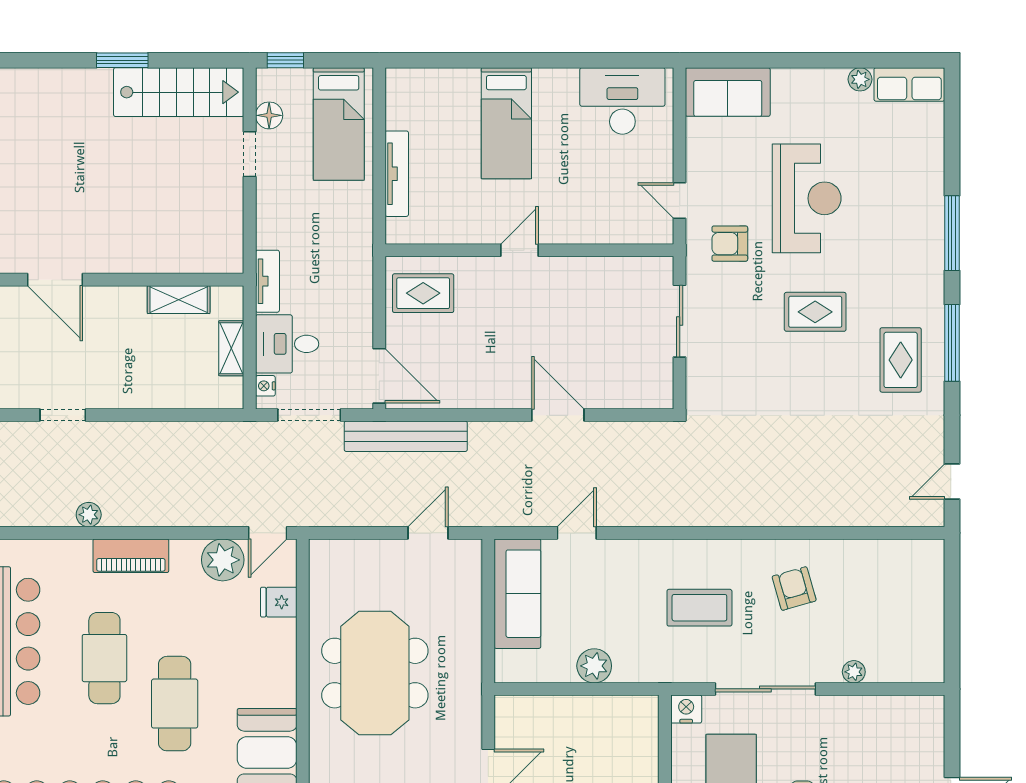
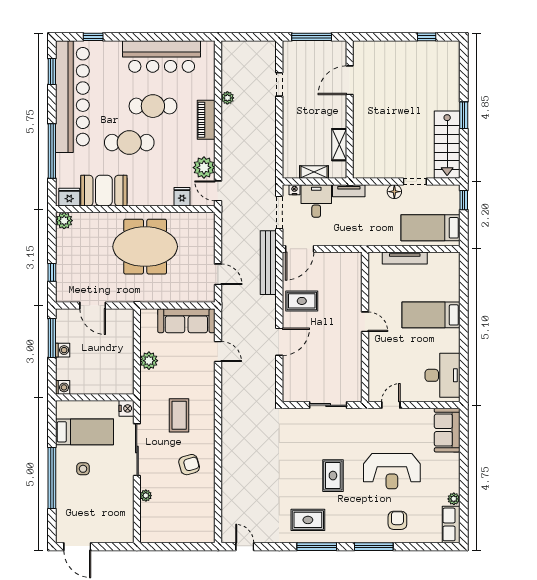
floor lamp: (269, 115) -> (394, 192), moved
armchair: (730, 244) -> (397, 520), moved
rug: (423, 293) -> (302, 301), moved, turned 90

